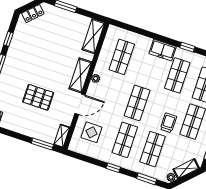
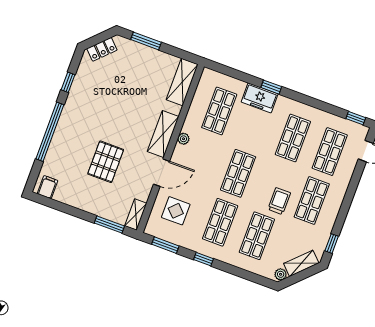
window: (187, 47) -> (271, 87), moved
freezer: (163, 50) -> (260, 98), moved
pallet: (38, 97) -> (106, 162), turned 90
window: (147, 179) -> (165, 245), moved

